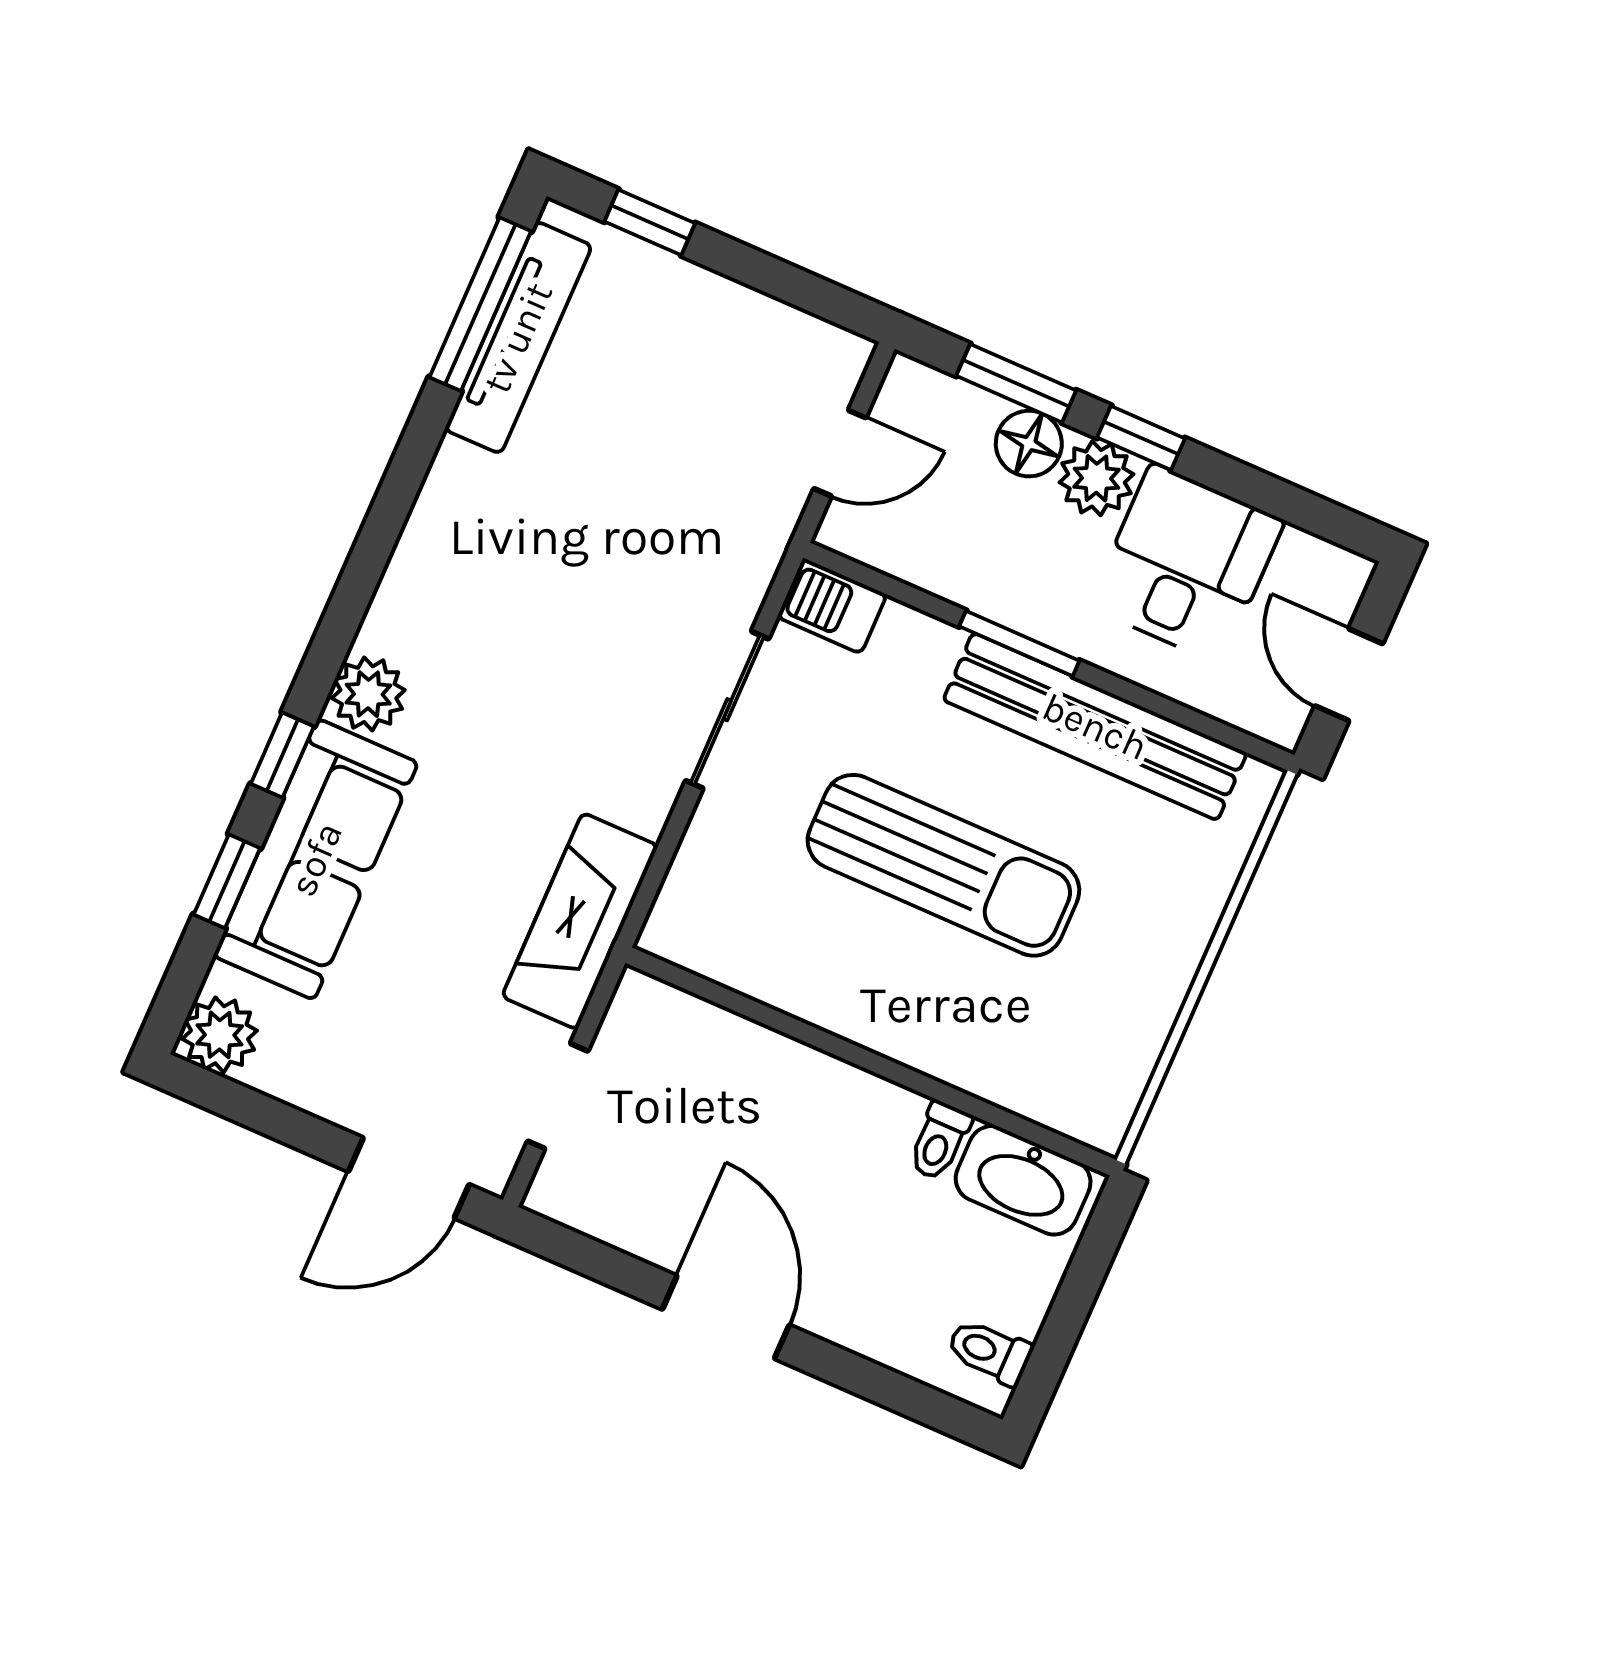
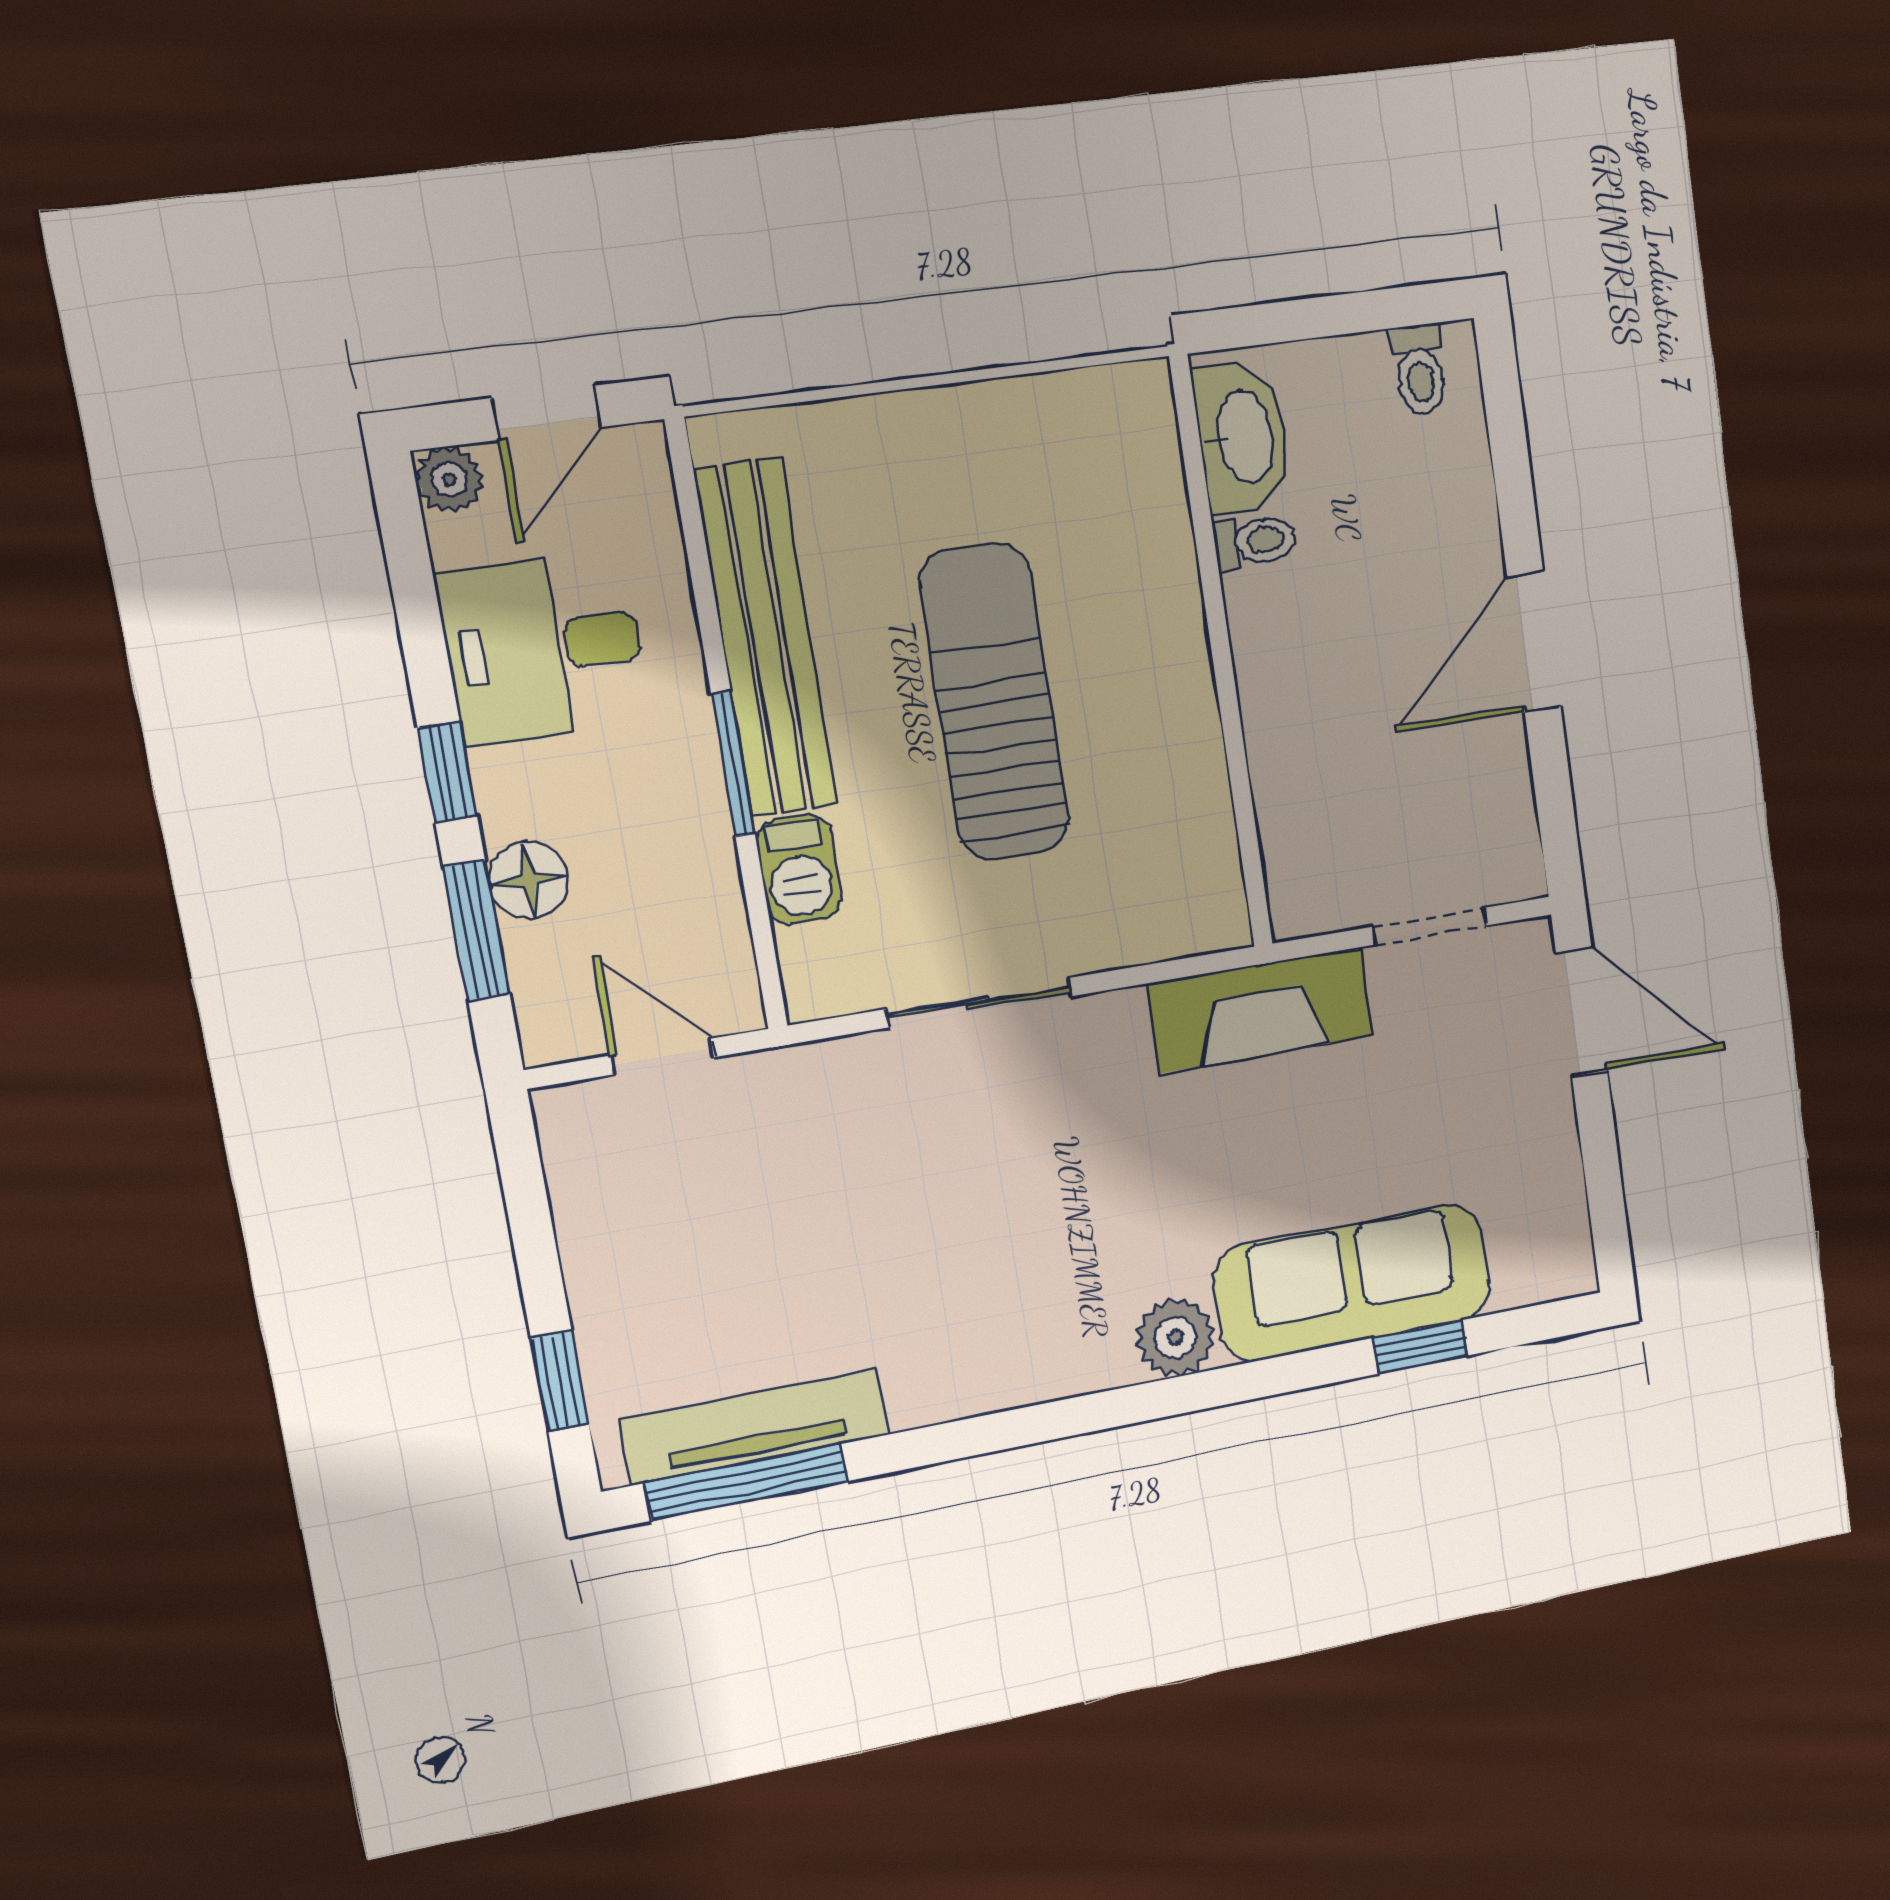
plant: (1096, 478) -> (449, 479), moved, width x0.73, depth x0.73
barbecue: (832, 606) -> (799, 869), moved
window: (282, 755) -> (1279, 1375), removed
plant: (220, 1035) -> (1558, 1261), removed

